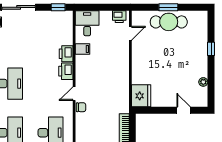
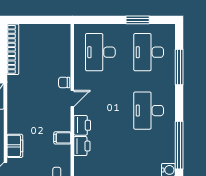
filing cabinet: (83, 49) -> (62, 138), moved
filing cabinet: (122, 54) -> (15, 146), added

